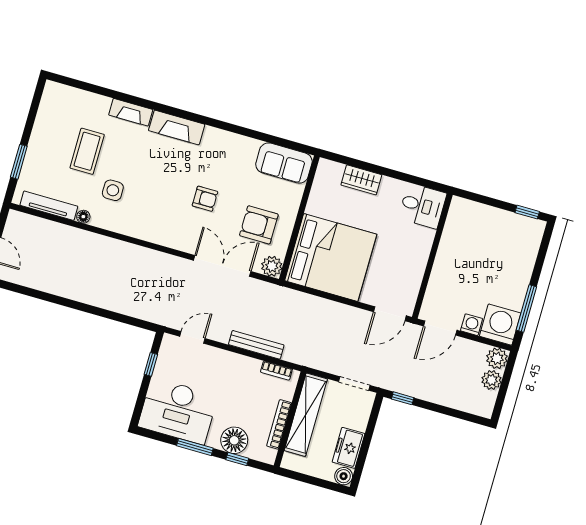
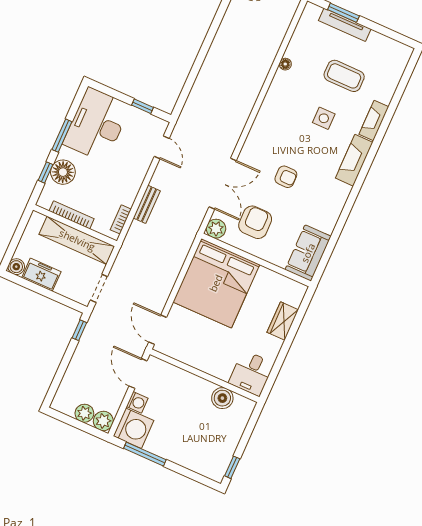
side table: (113, 190) -> (324, 118), moved
armchair: (205, 199) -> (286, 177), turned -90
tv unit: (49, 206) -> (345, 25), moved, turned 90
boiler: (454, 233) -> (222, 398), added
bench: (256, 345) -> (147, 204), width x0.73

